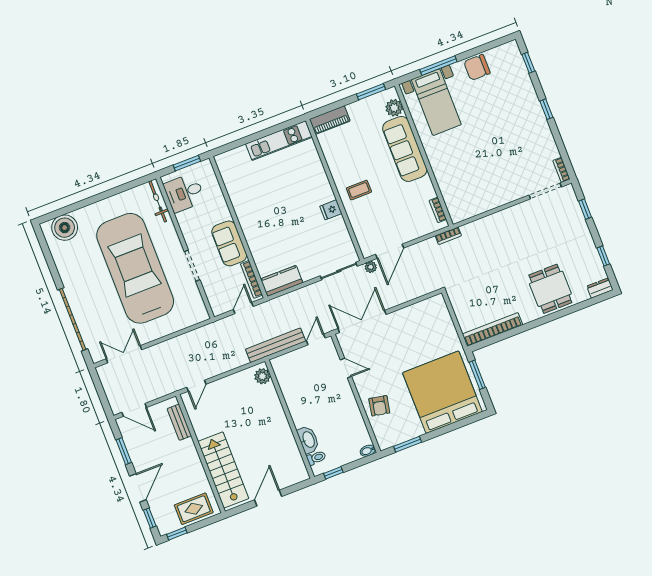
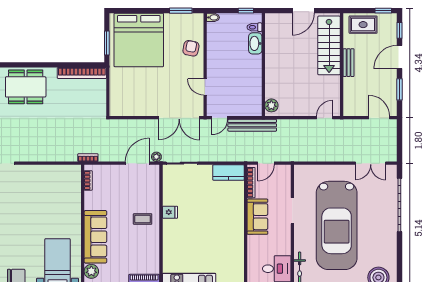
dining table: (550, 289) -> (26, 87), width x1.38
bench: (179, 422) -> (349, 63), moved

